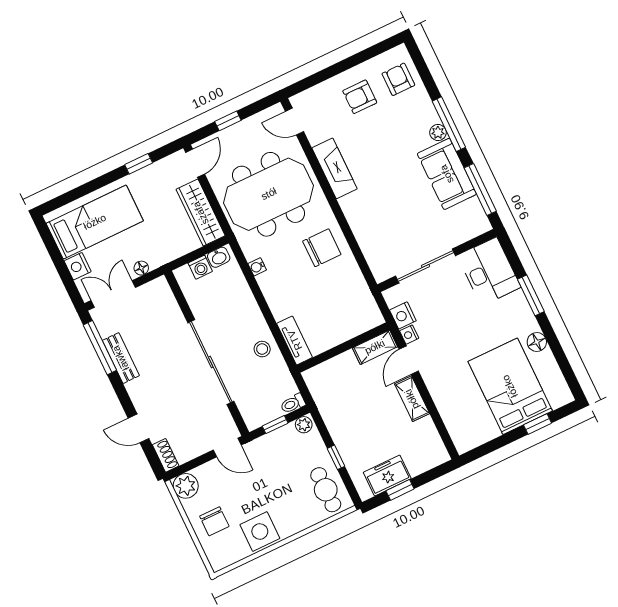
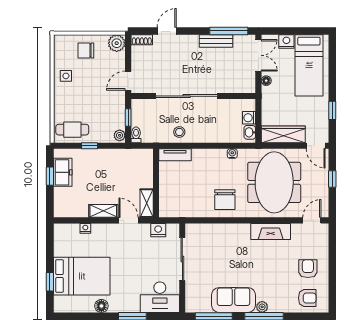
nightstand: (409, 335) -> (85, 228), moved
side table: (260, 531) -> (66, 76), width x0.54, depth x0.54

